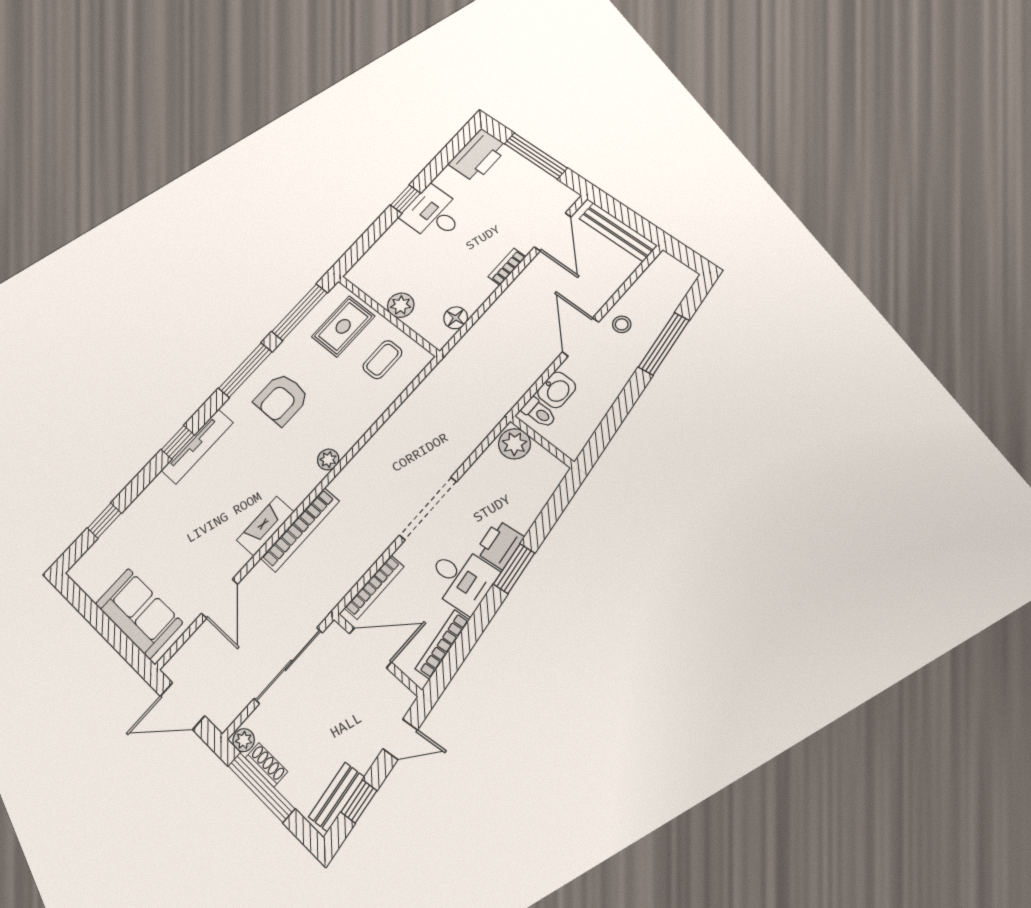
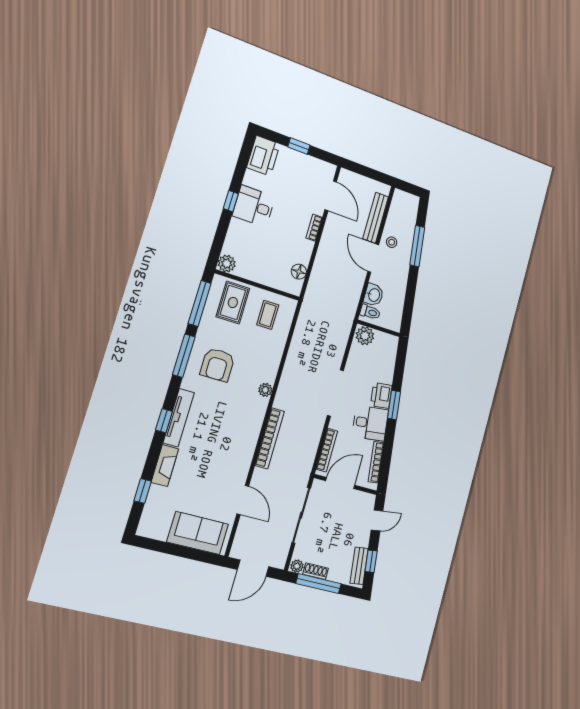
window: (536, 156) -> (299, 146), width x0.46
bench: (618, 232) -> (376, 218), moved, turned 90
plant: (401, 305) -> (227, 264), moved
fireplace: (265, 526) -> (165, 466), moved, turned 180

